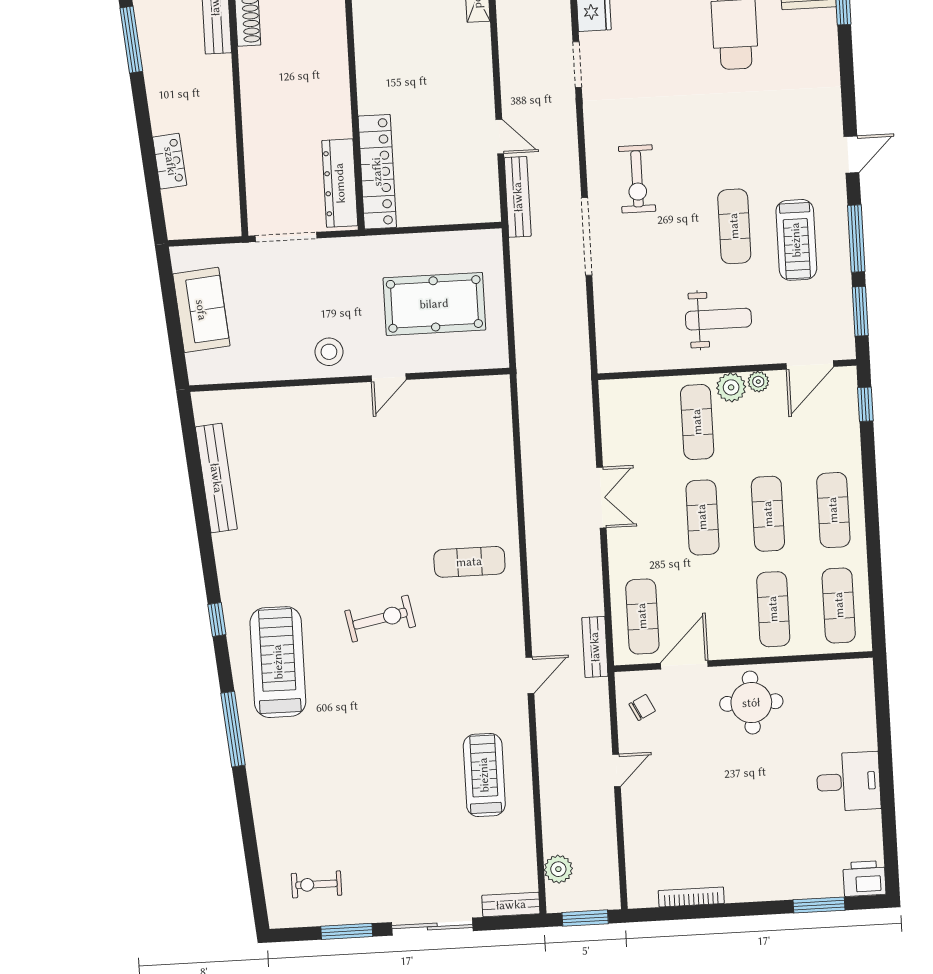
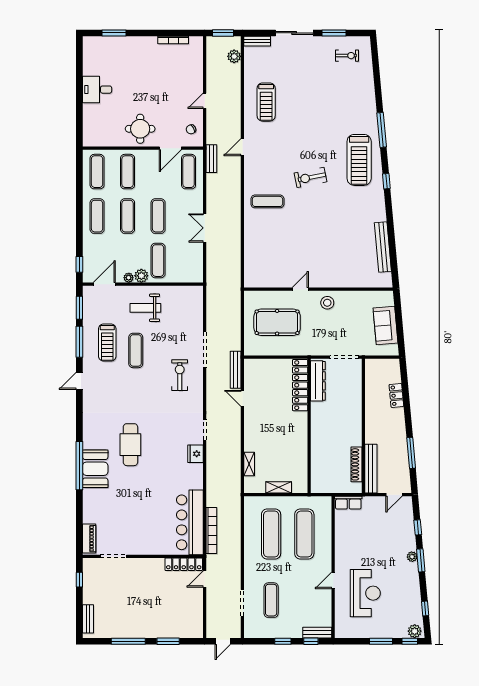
treadmill: (796, 240) -> (107, 343), turned 180
printer: (864, 879) -> (92, 44), removed

